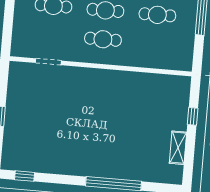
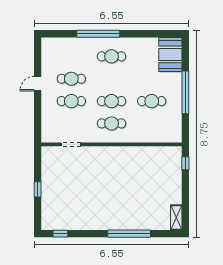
window: (193, 116) -> (185, 163), moved
shelving: (178, 148) -> (176, 218), moved

